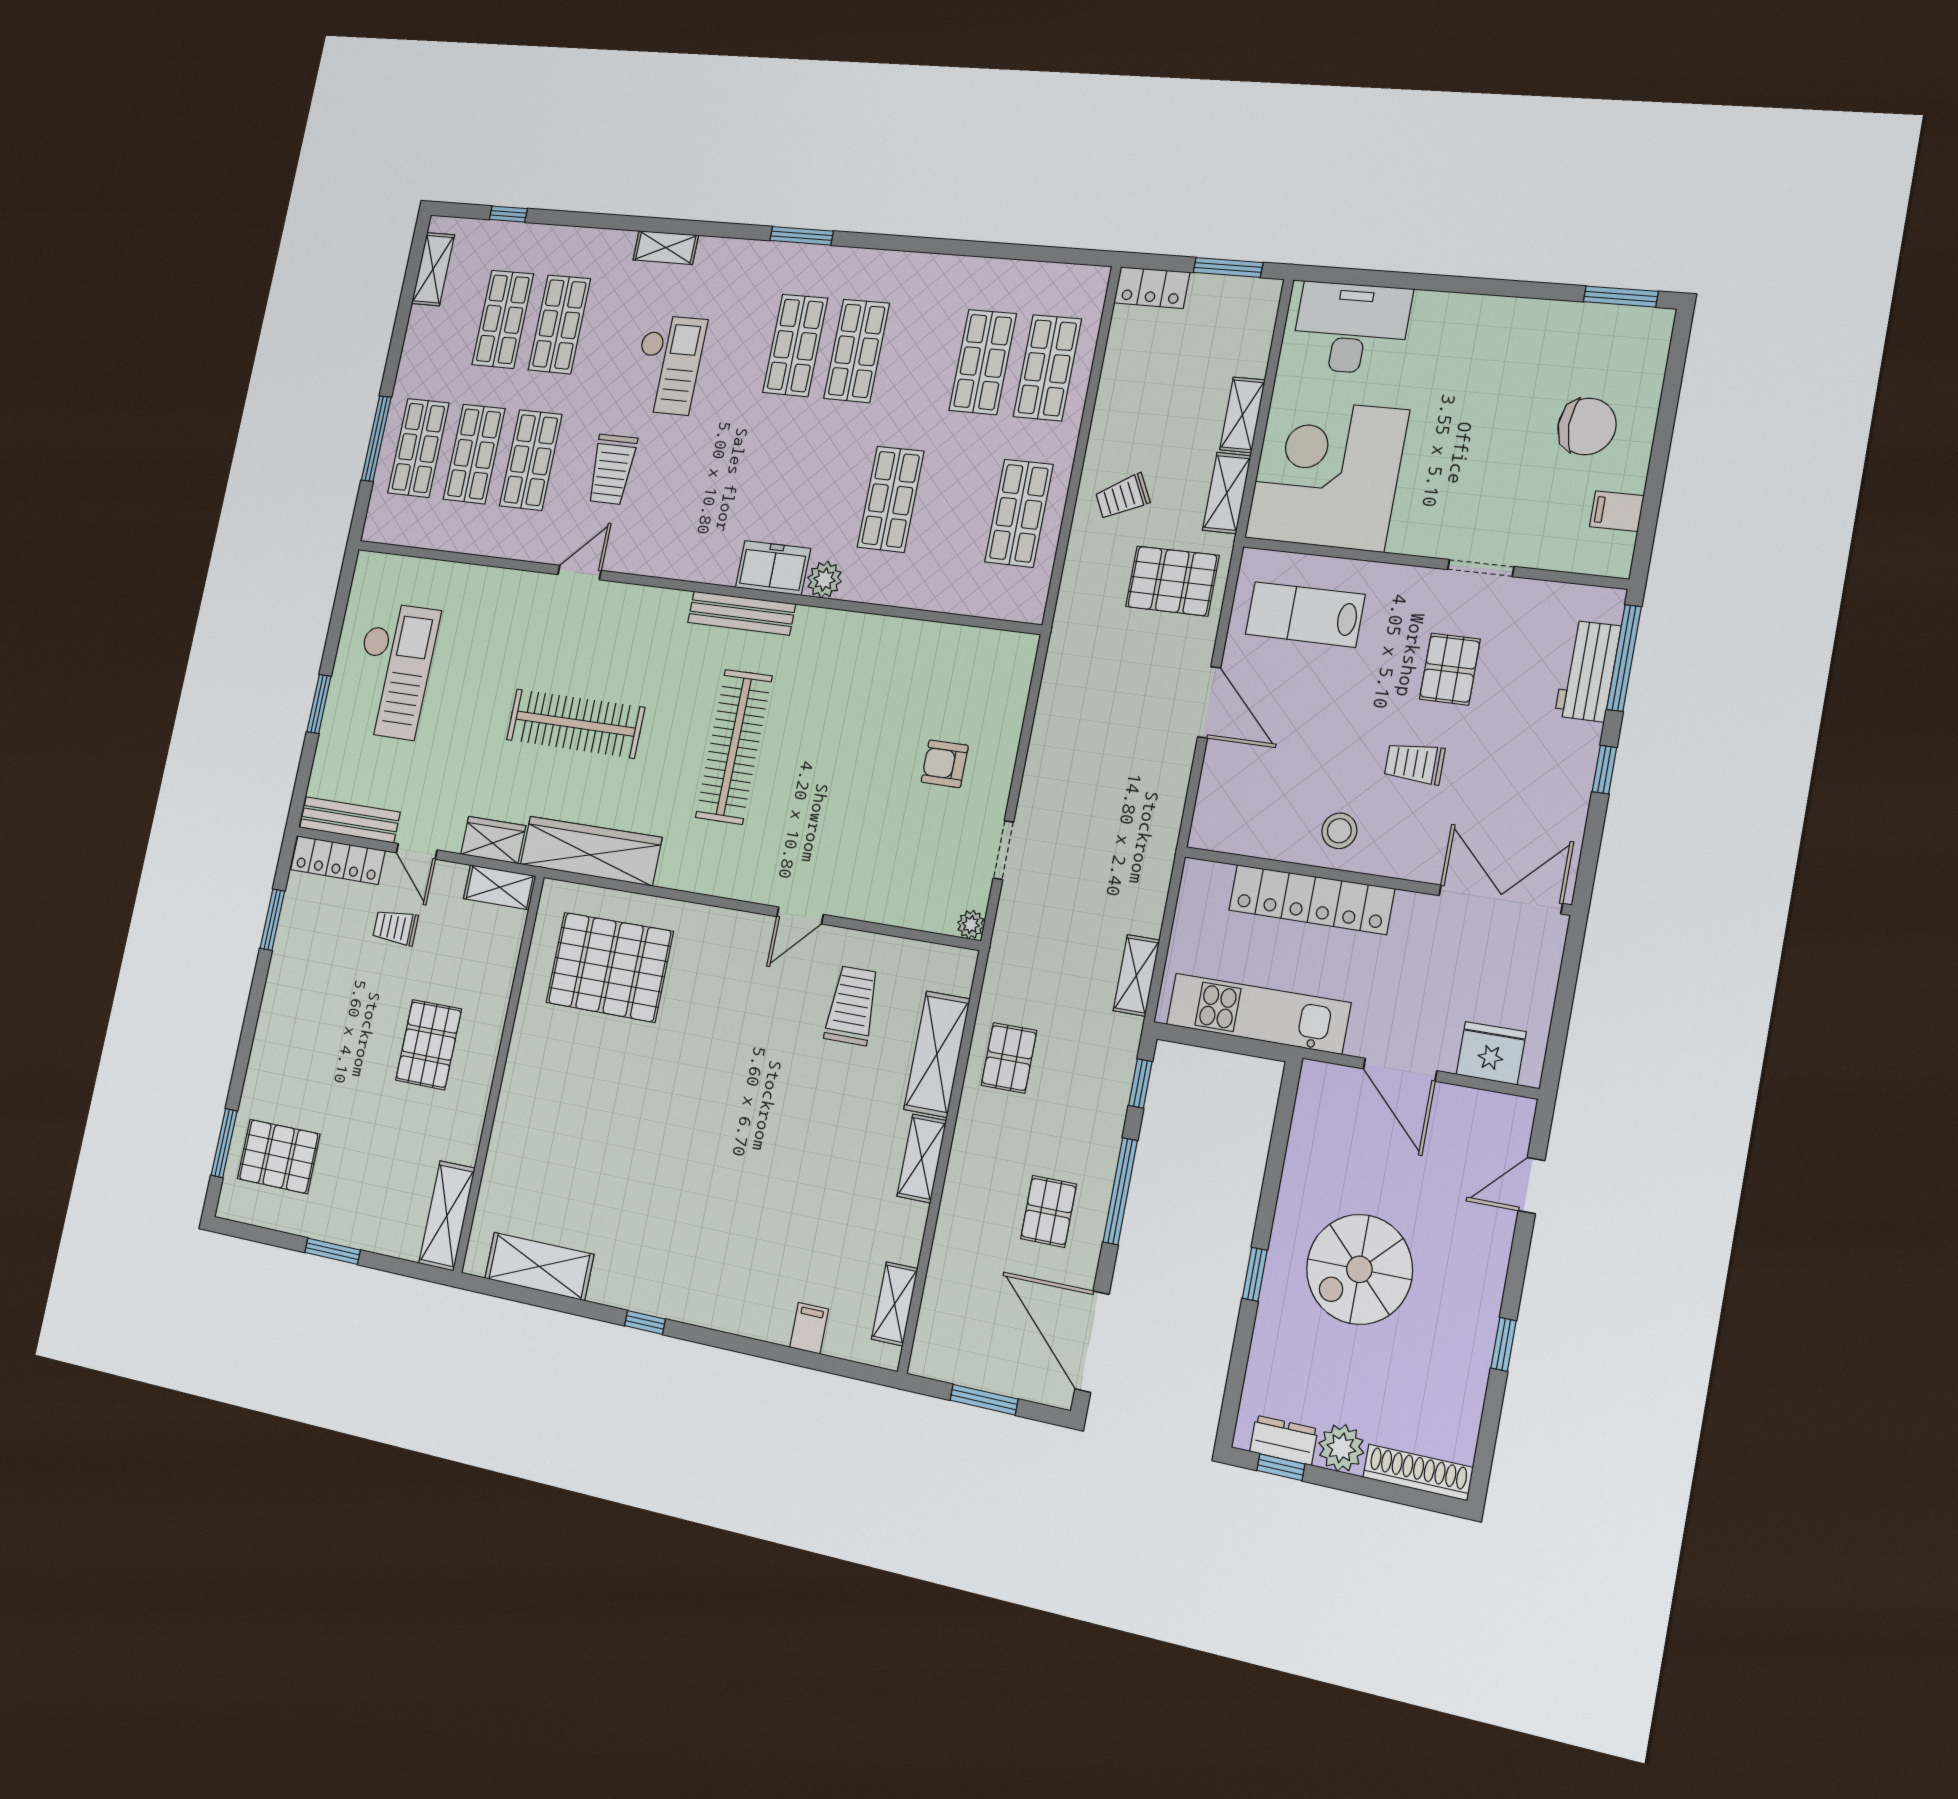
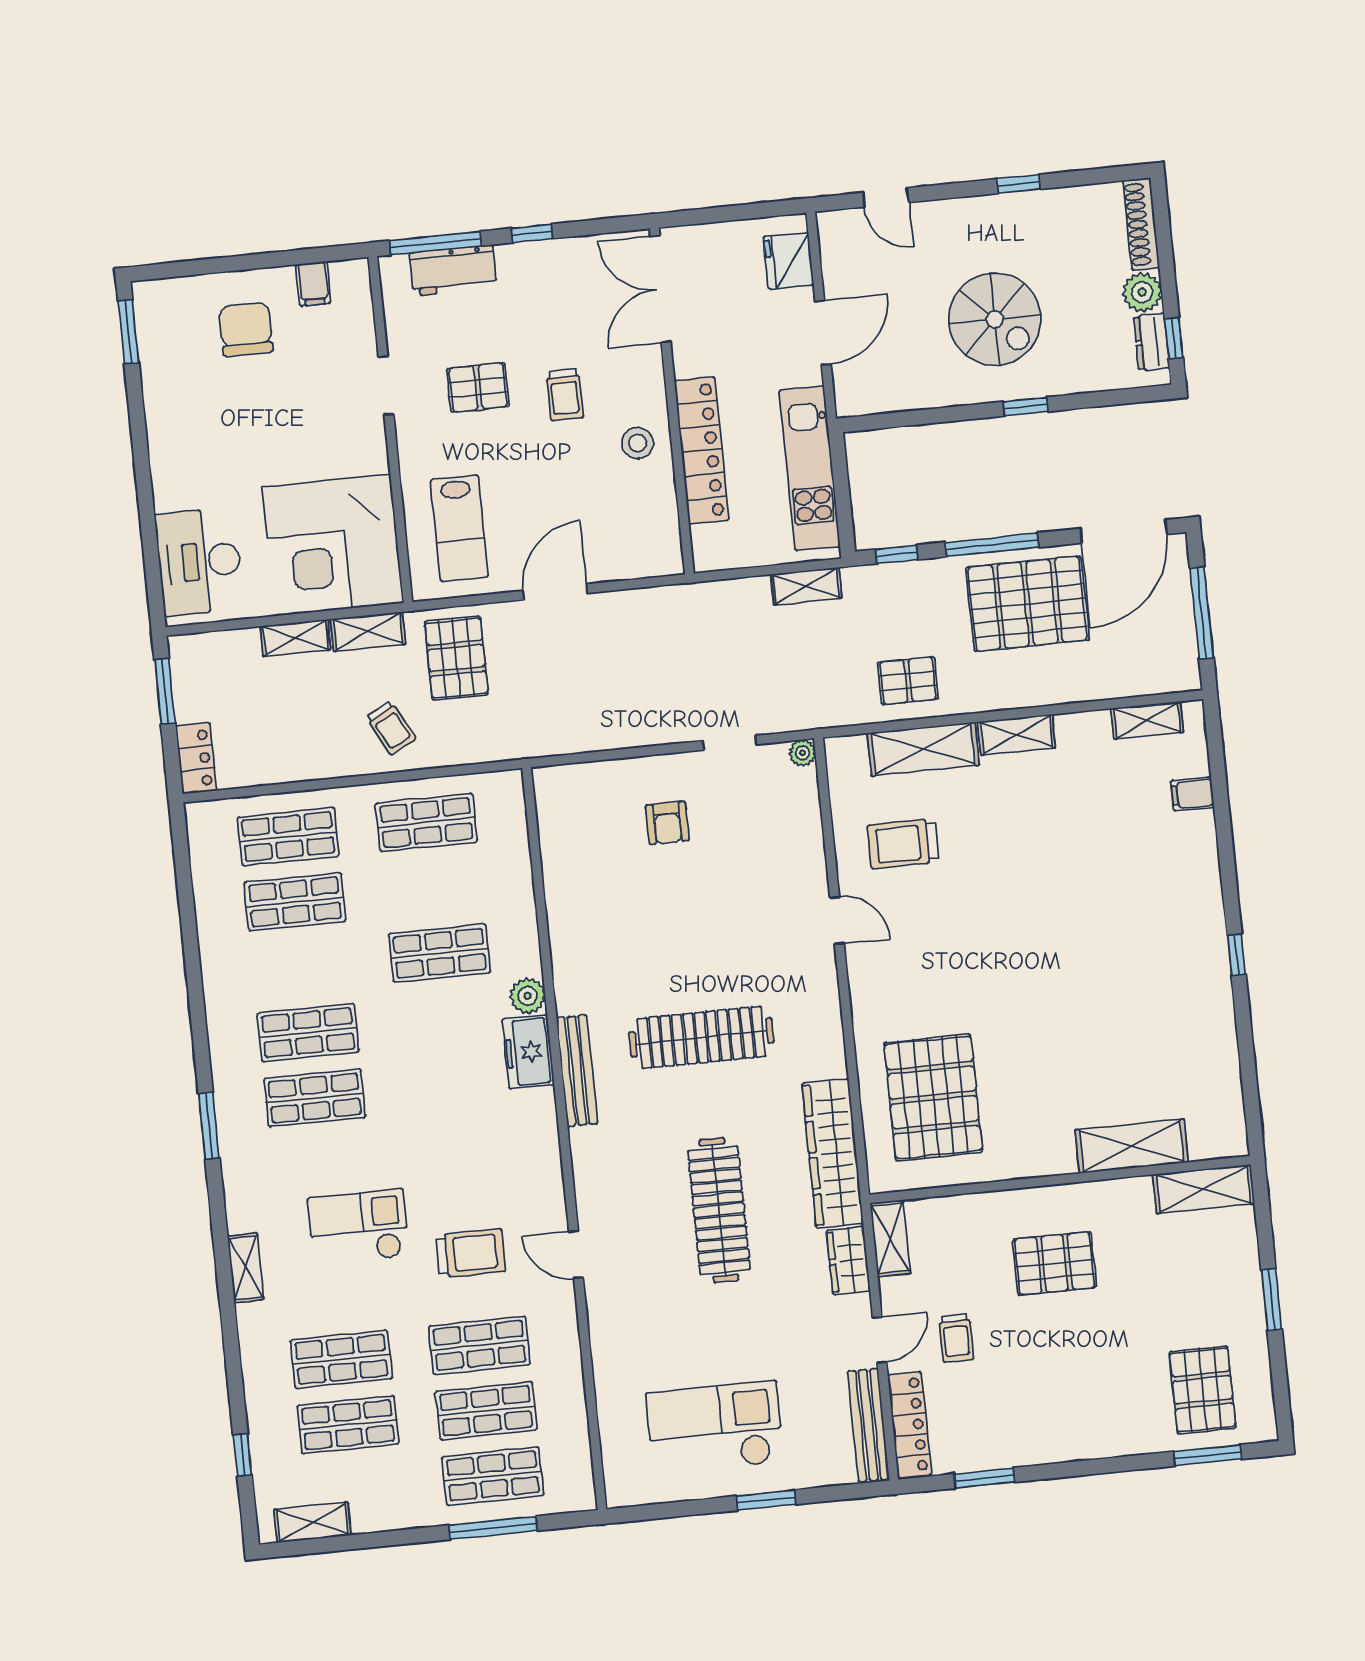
pallet: (1049, 1211) -> (1027, 604), width x2.05, depth x2.00
shelving: (539, 1266) -> (1132, 1146), moved, turned 90
window: (984, 1400) -> (1202, 613), width x1.44

